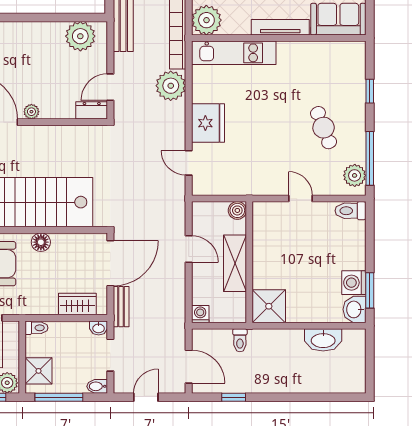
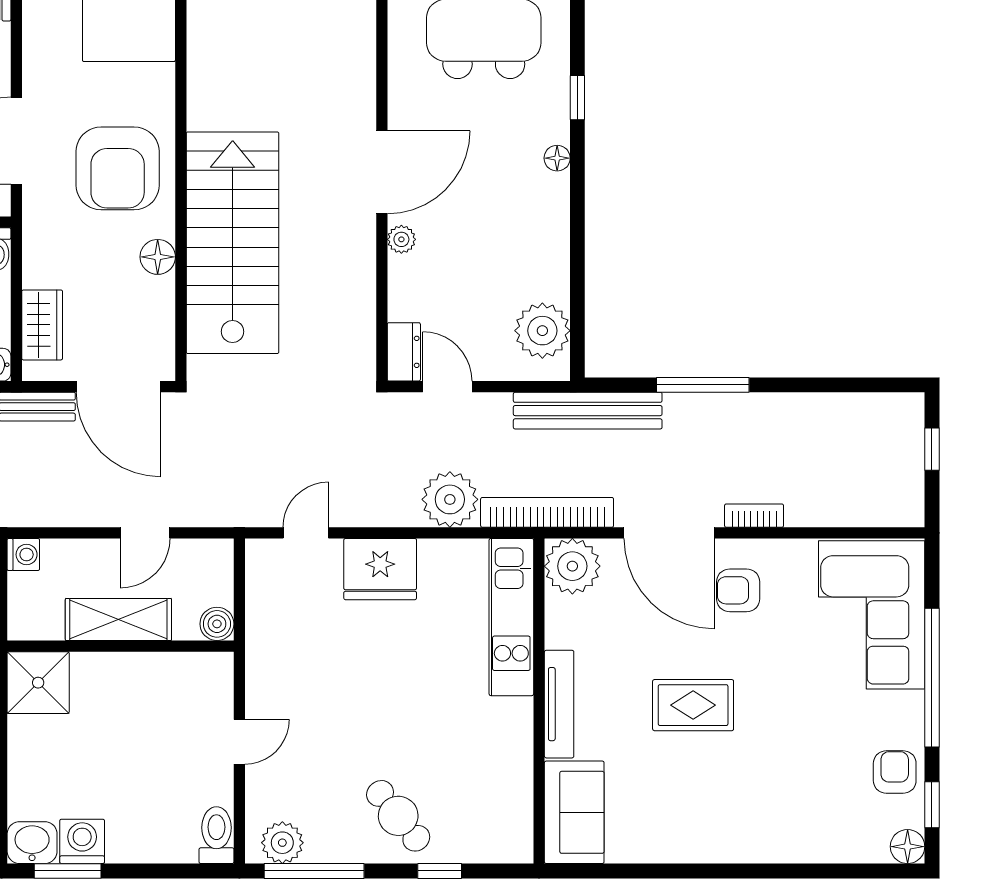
cafe table: (324, 128) -> (398, 816), moved, turned 72

